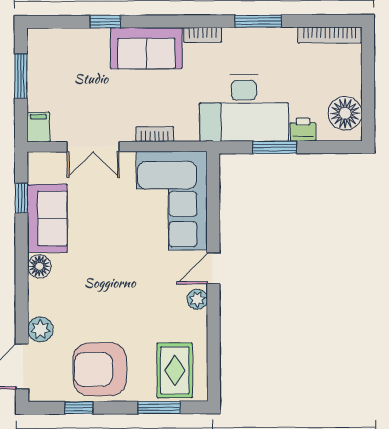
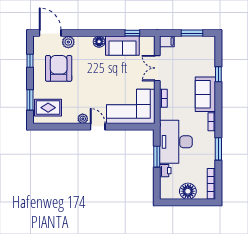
floor lamp: (345, 113) -> (188, 191), moved
armchair: (100, 369) -> (59, 68), moved

